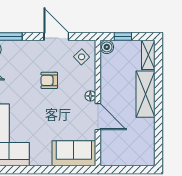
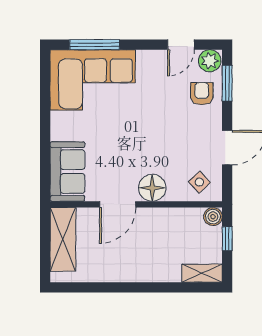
armchair: (49, 80) -> (202, 94), moved
shelving: (145, 94) -> (63, 239), moved, turned 90
floor lamp: (90, 96) -> (152, 188), width x1.89, depth x1.89

